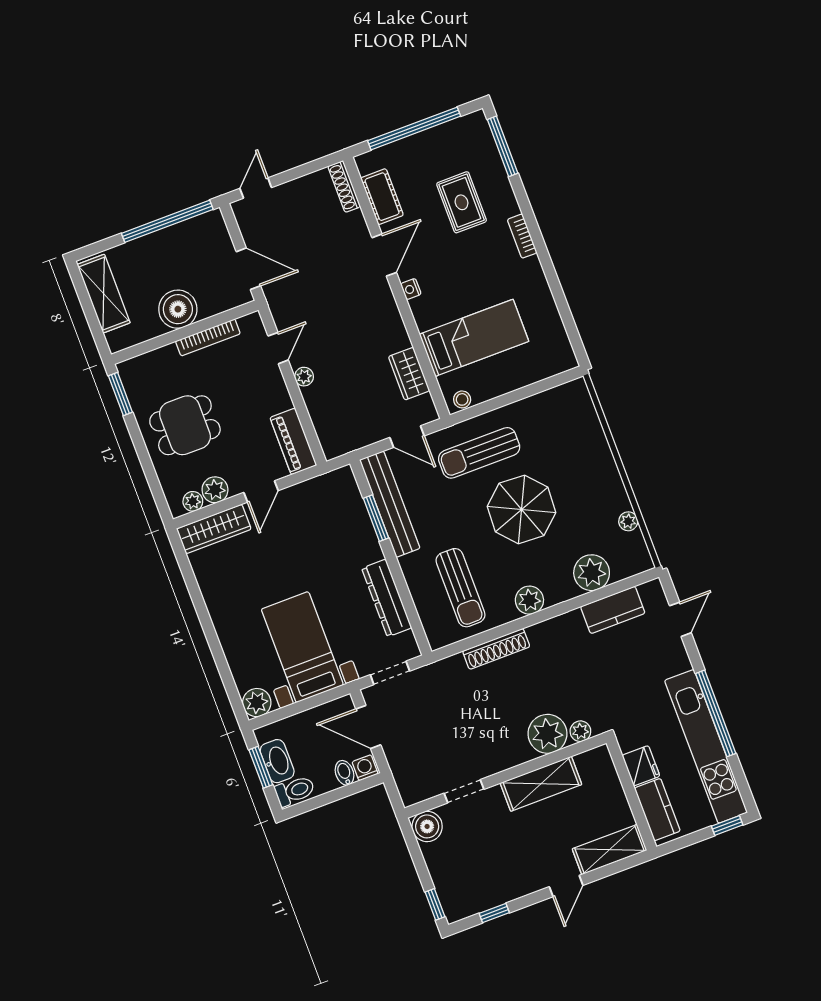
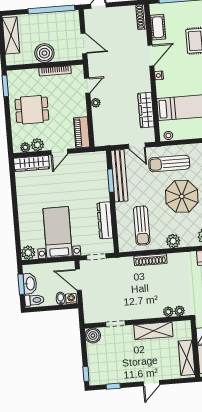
wardrobe: (409, 374) -> (146, 110), width x1.50
plant: (547, 734) -> (168, 312), width x0.53, depth x0.53
shelving: (610, 850) -> (187, 358), moved, turned 90

